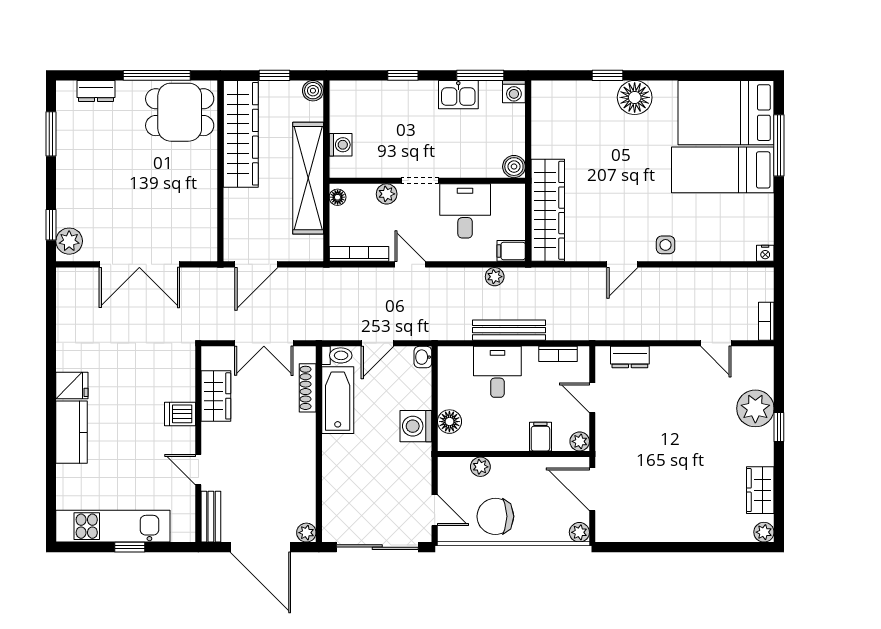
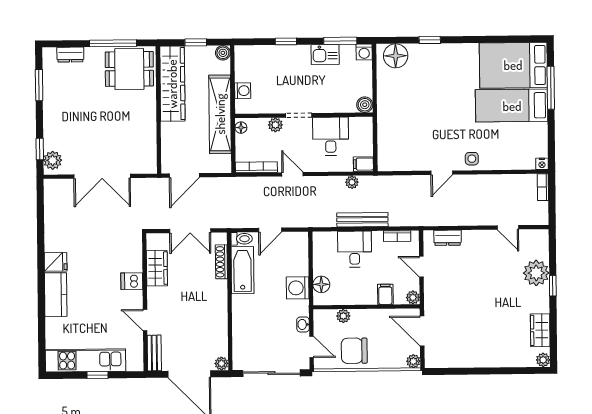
floor lamp: (635, 97) -> (396, 56), moved
wardrobe: (548, 210) -> (389, 135), removed
bookcase: (766, 321) -> (543, 187), moved
washbasin: (423, 357) -> (303, 324), moved

